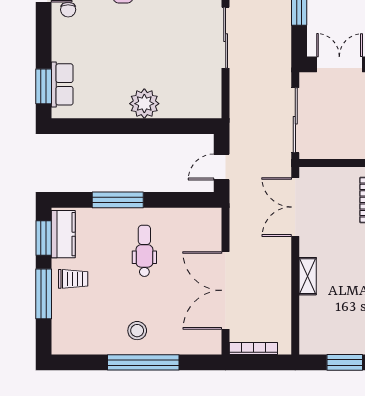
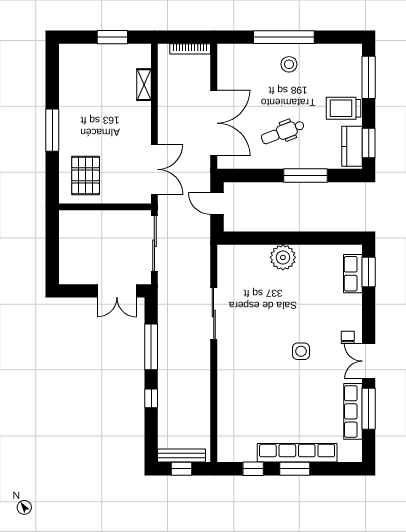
door: (222, 167) -> (217, 203), swing flipped
dental chair: (144, 251) -> (283, 132), turned 69
shelving: (308, 276) -> (144, 85), moved
trolley: (73, 279) -> (343, 108), width x1.36, depth x1.39
double door: (226, 290) -> (214, 123), moved
window: (44, 294) -> (369, 77), moved

